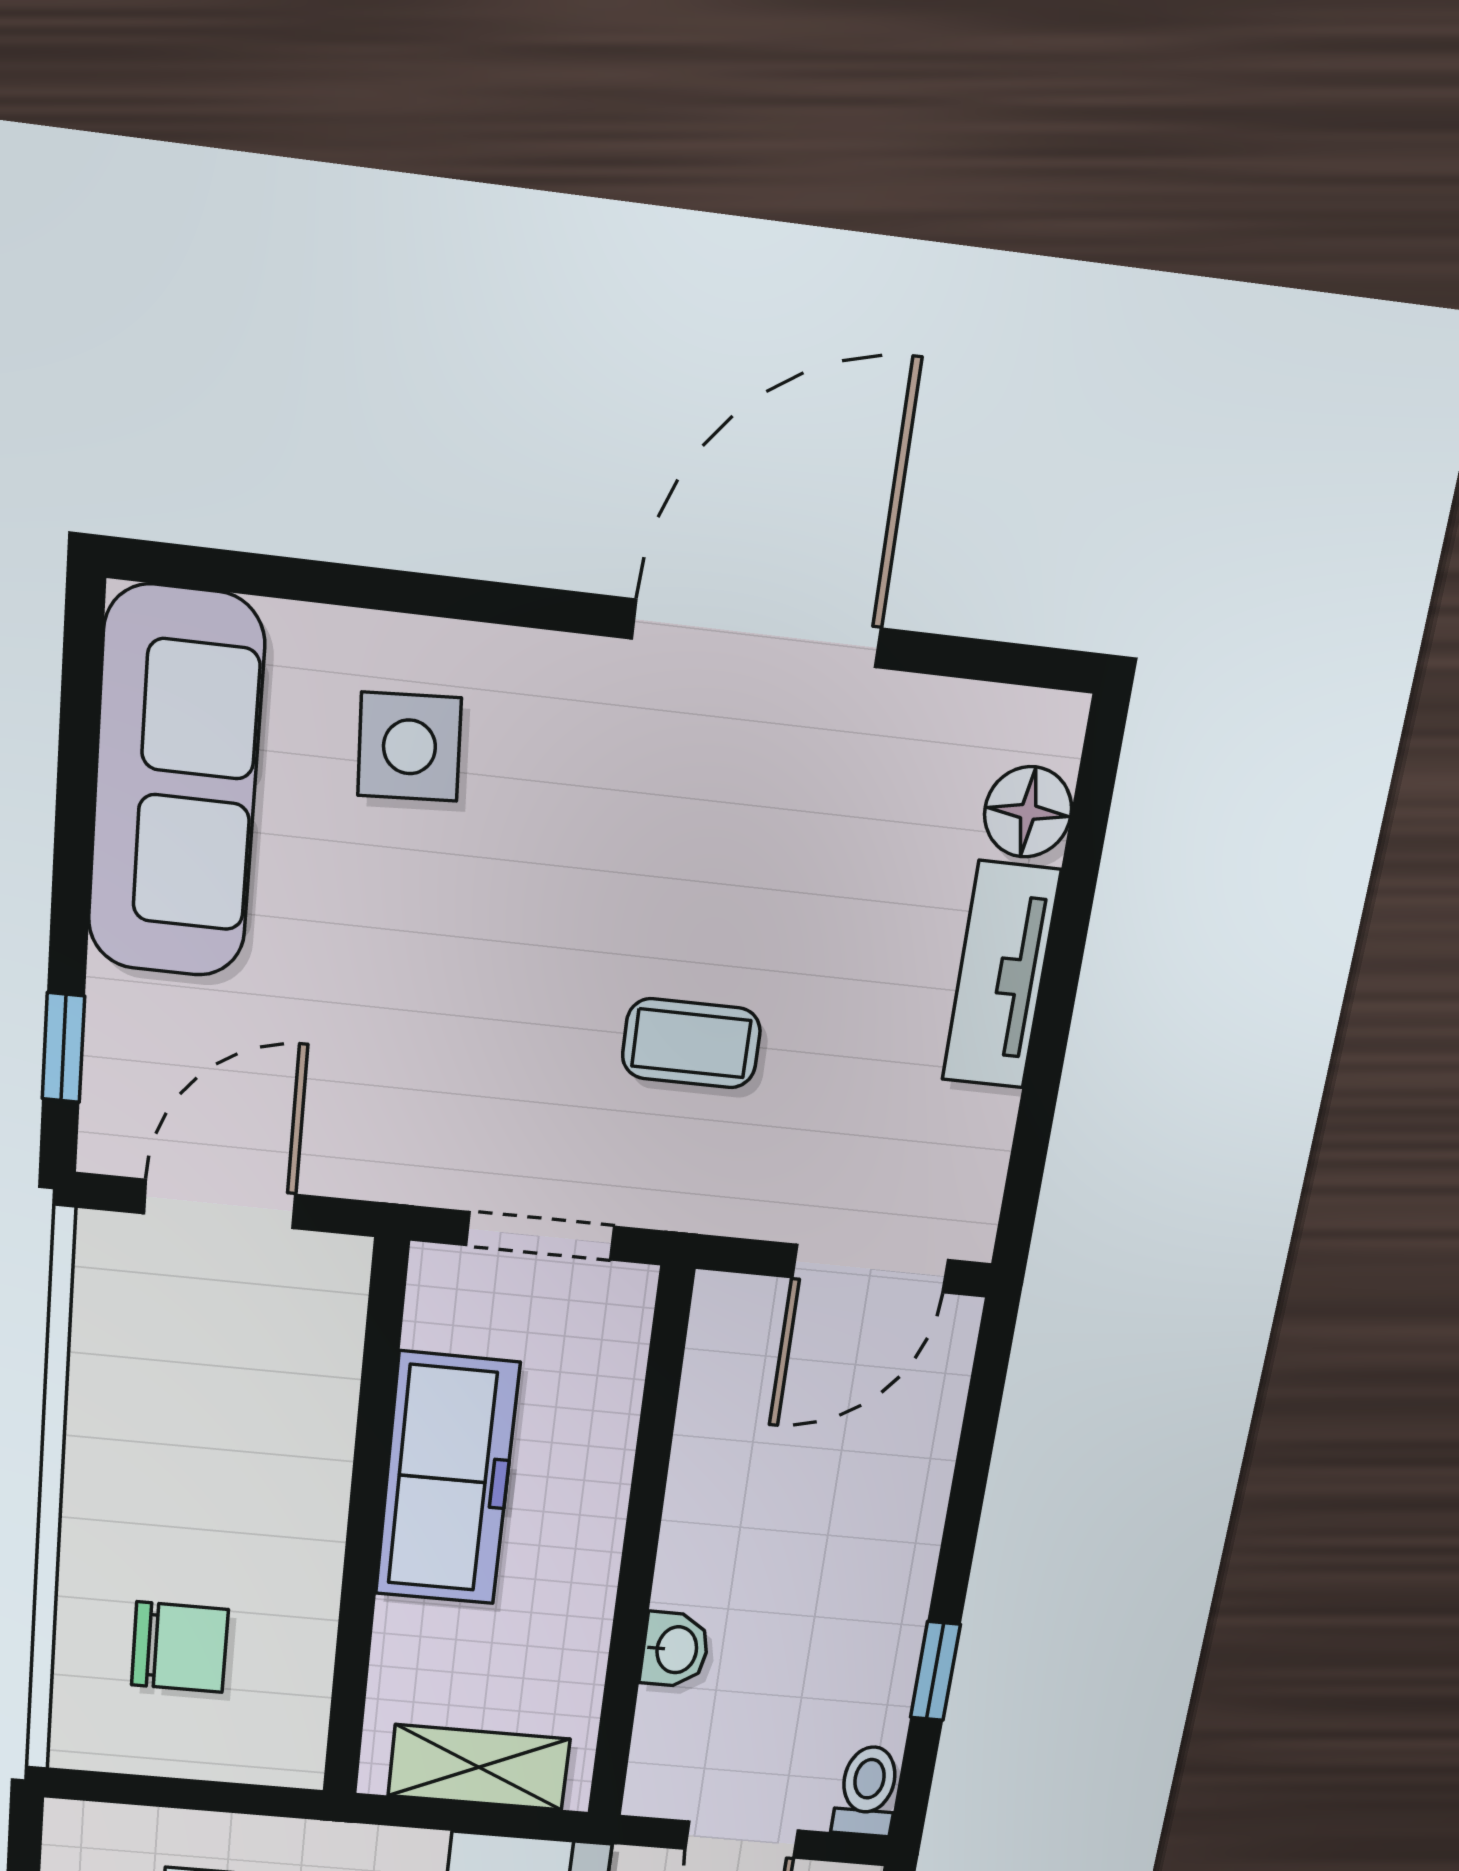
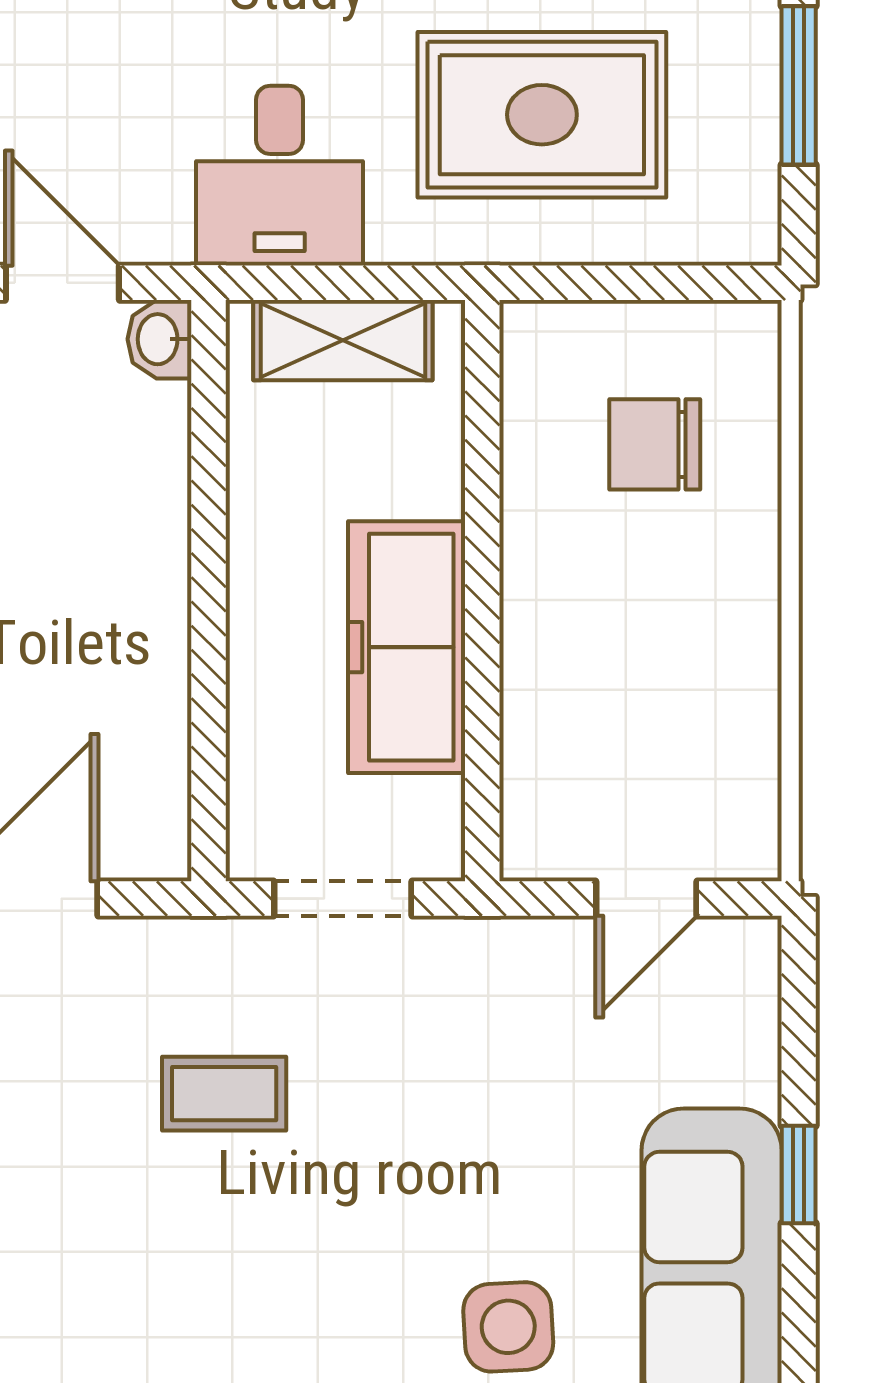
window: (63, 1048) -> (799, 1174), moved
door: (220, 1204) -> (646, 899), width x0.73
washbasin: (675, 1650) -> (160, 339), moved

